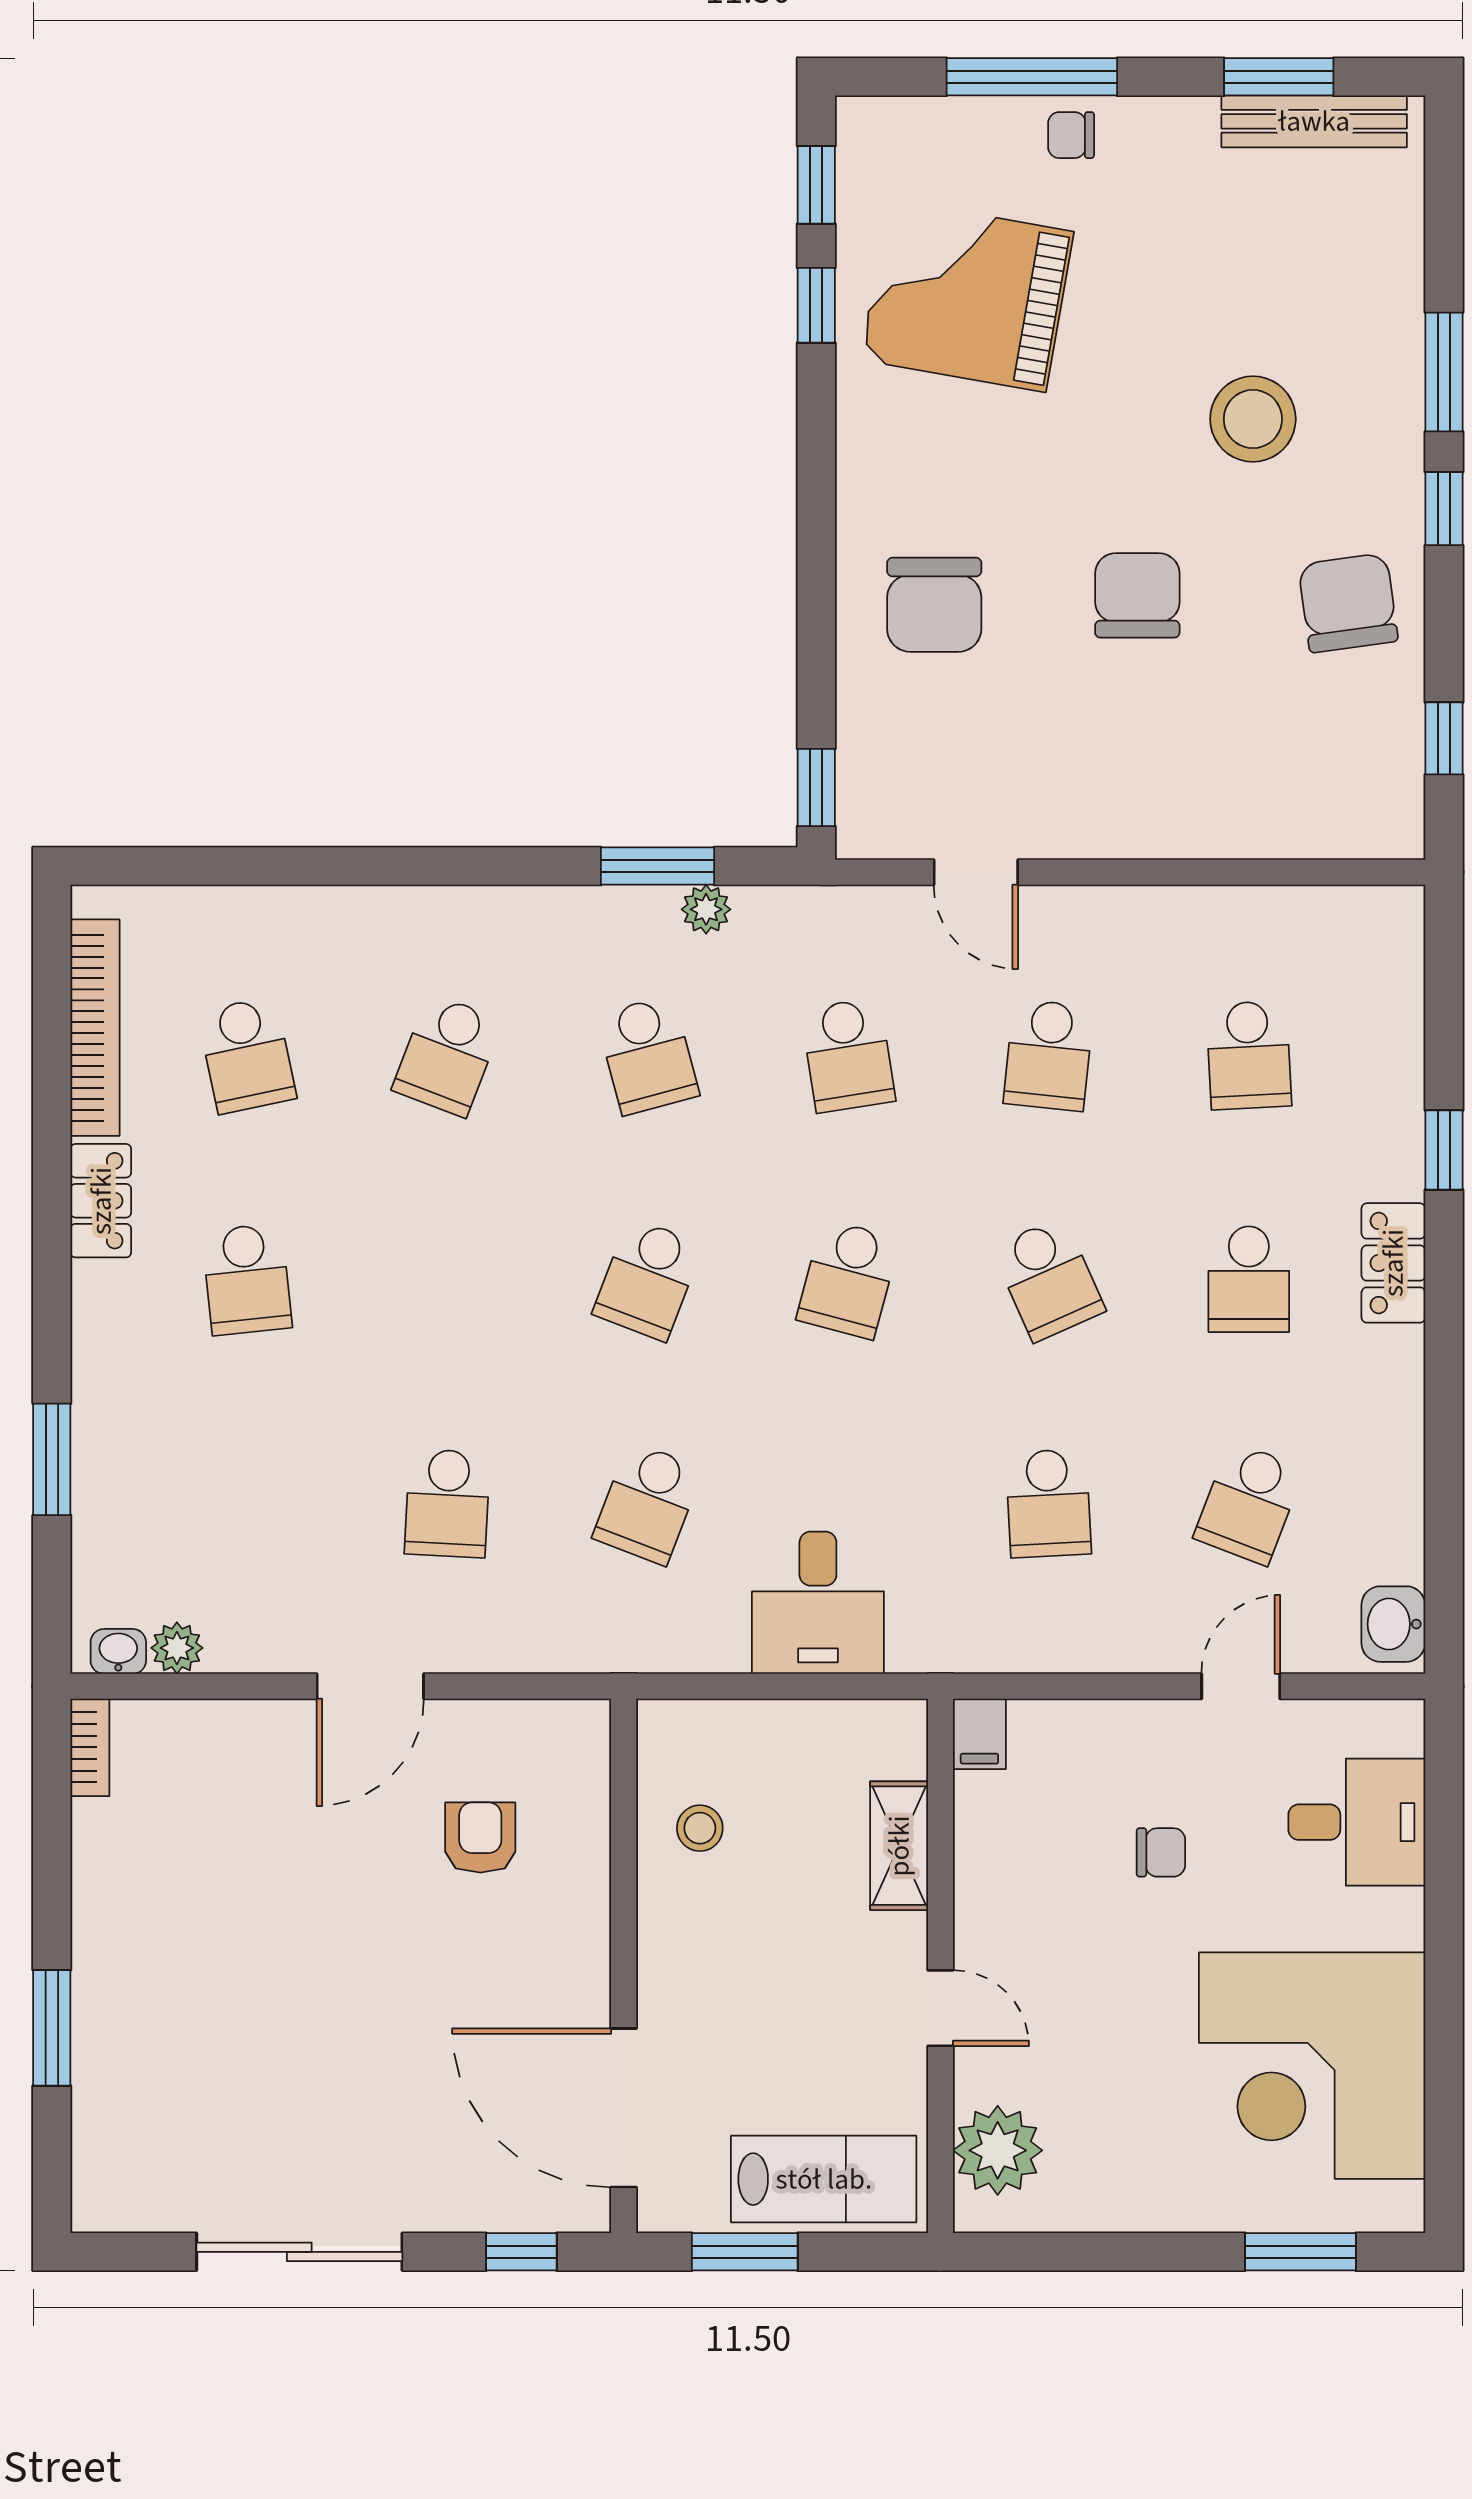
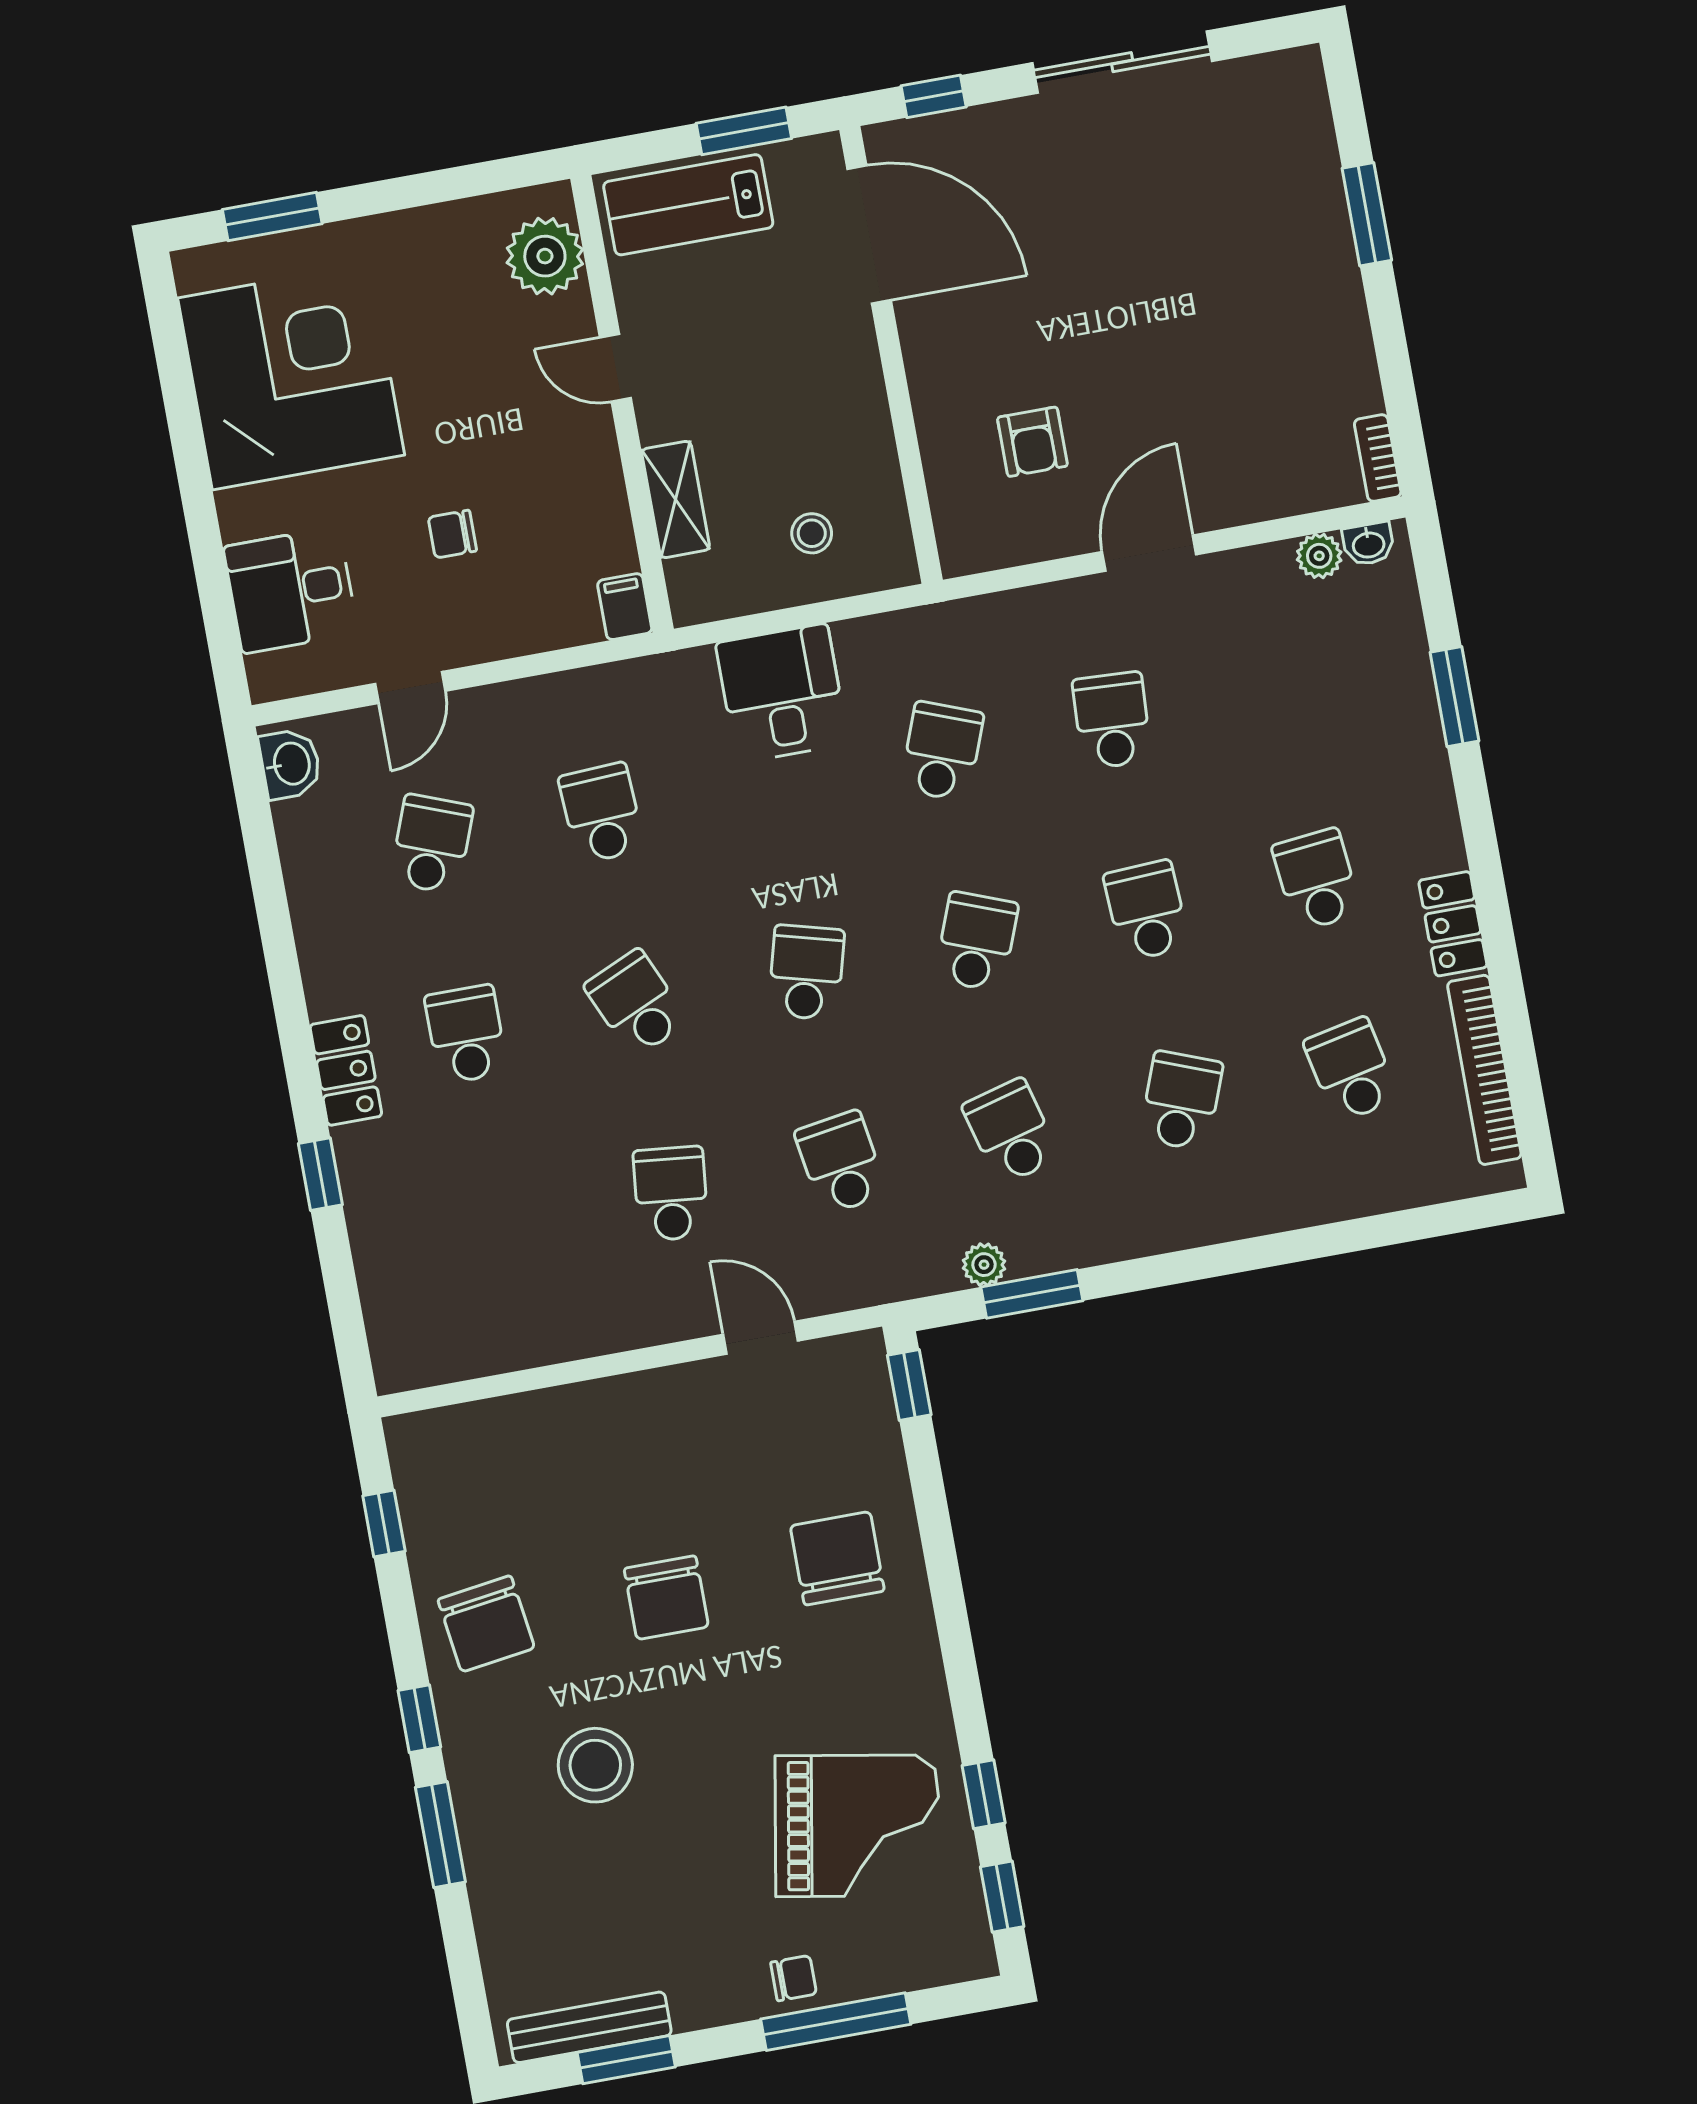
school desk: (1249, 1055) -> (1147, 911), moved
stool: (700, 1828) -> (812, 533), moved

